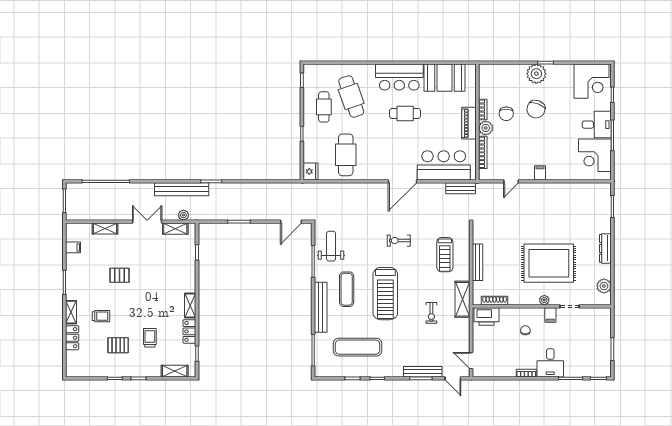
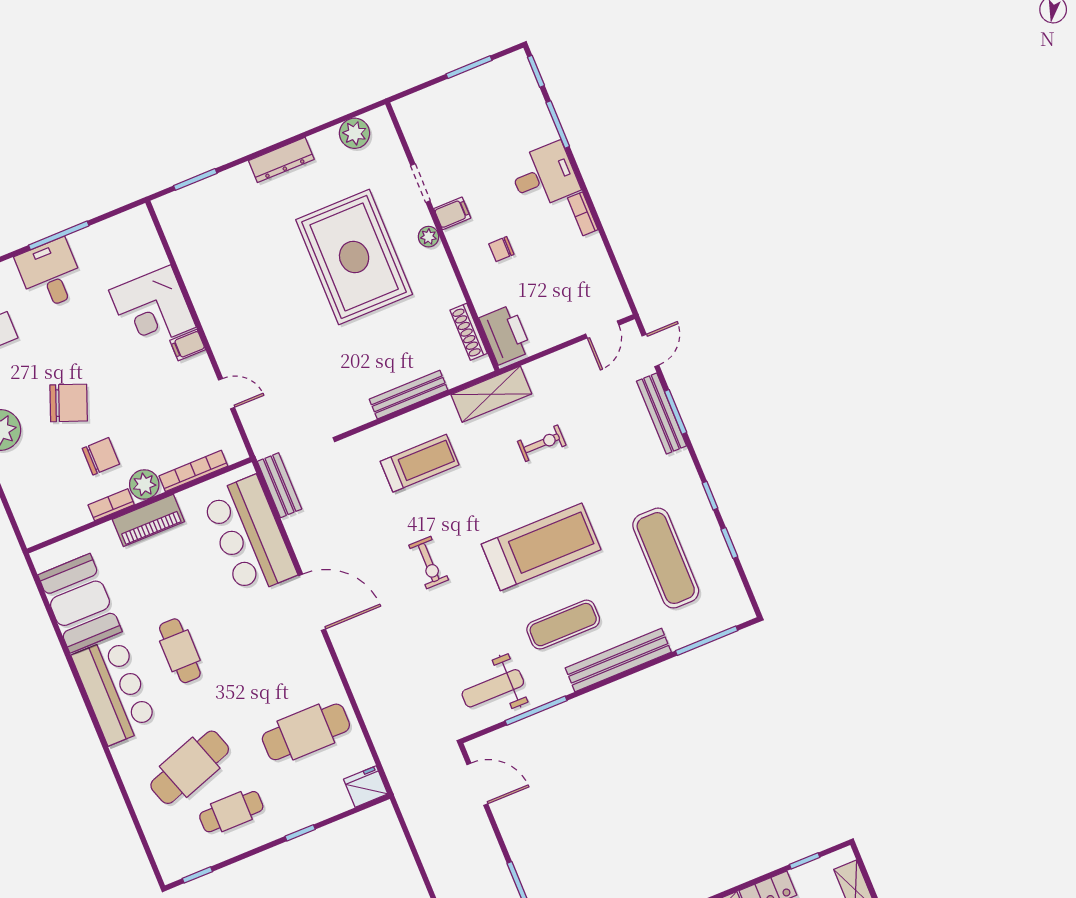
corner desk: (595, 155) -> (152, 309), moved, turned 90

